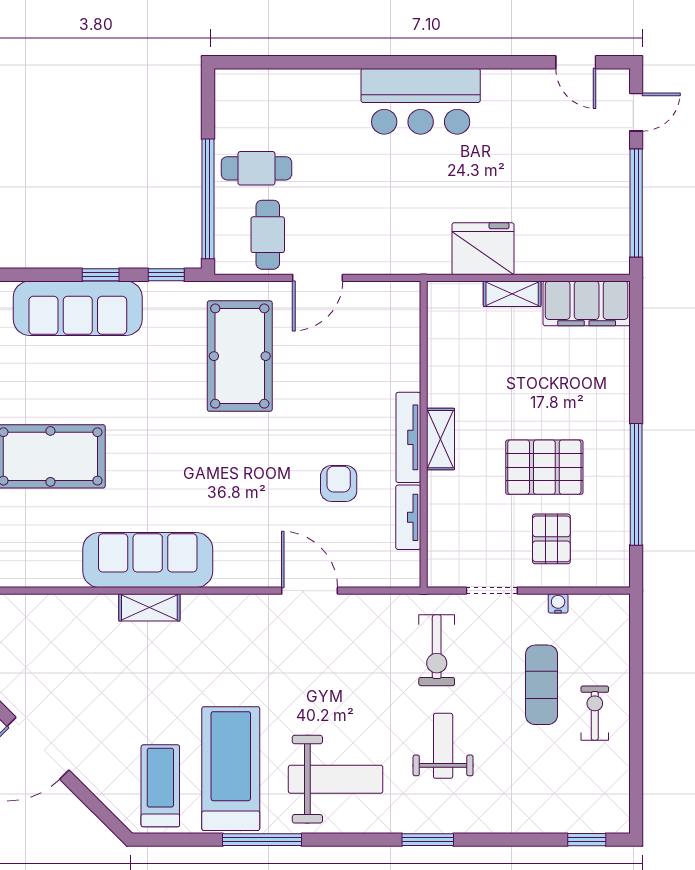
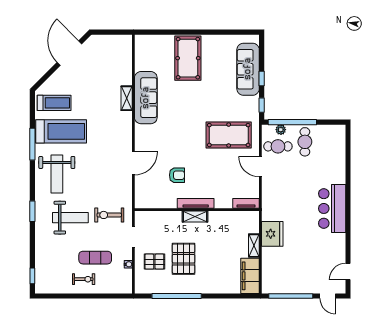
plant: (226, 228) -> (281, 130), added
tv unit: (408, 517) -> (246, 203), moved
weight bench: (443, 746) -> (70, 218), width x1.36, depth x1.33

